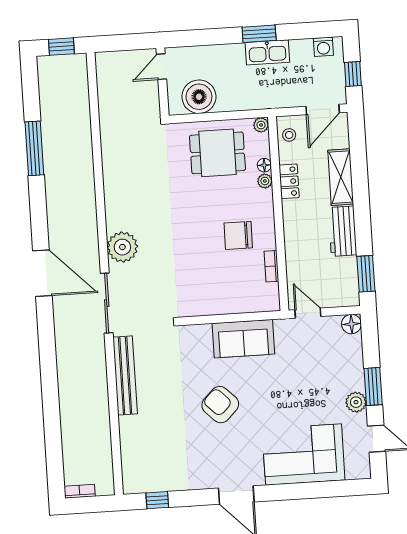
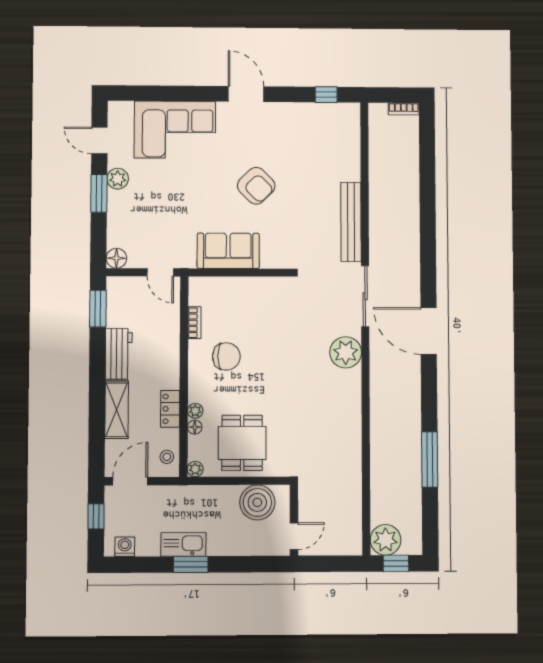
plant: (73, 68) -> (386, 540), added
dining table: (217, 153) -> (242, 443), turned 90

